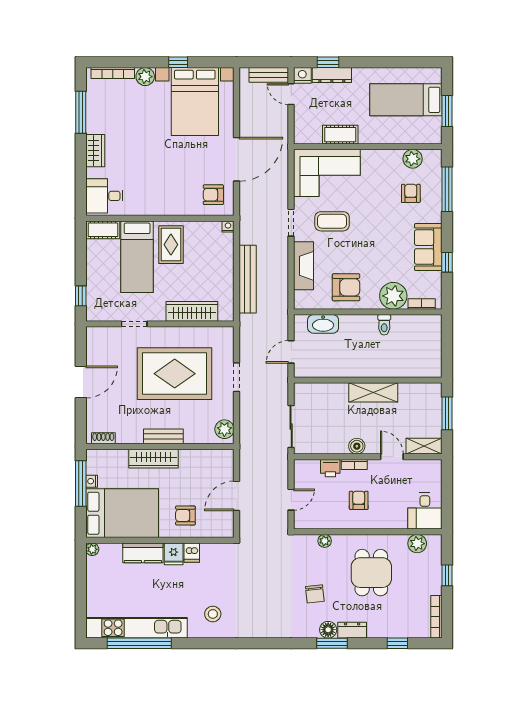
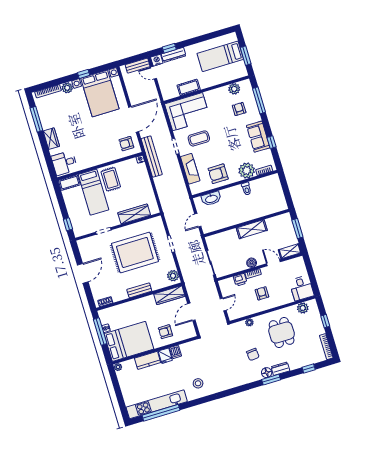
bench: (248, 279) -> (152, 157), moved
armchair: (346, 287) -> (218, 174), turned 180
wardrobe: (153, 459) -> (169, 295), moved

